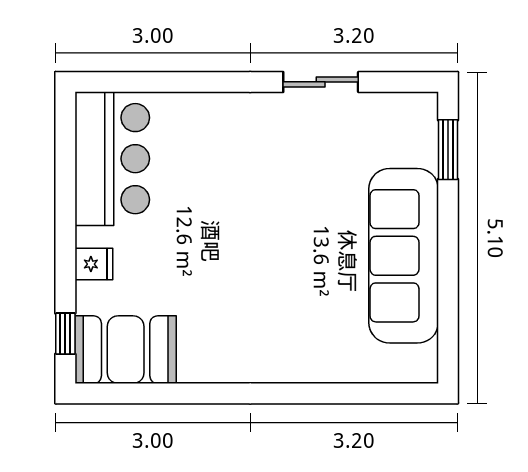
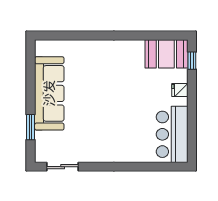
sliding door: (321, 82) -> (63, 167), moved
window: (448, 150) -> (31, 127), moved

